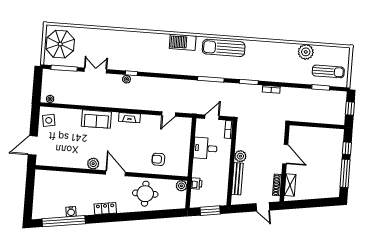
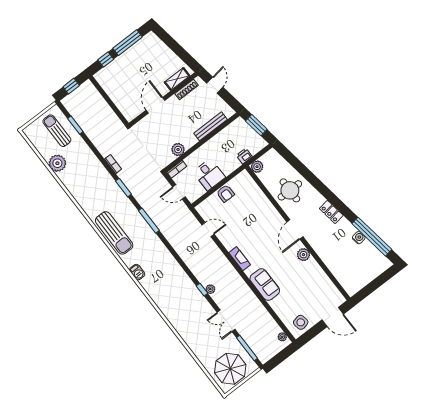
barbecue: (183, 42) -> (137, 272), width x0.53, depth x0.65
plant: (240, 156) -> (178, 150), moved
armchair: (158, 159) -> (225, 193), moved

